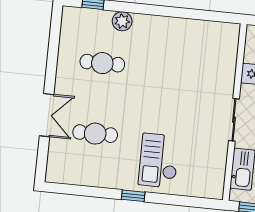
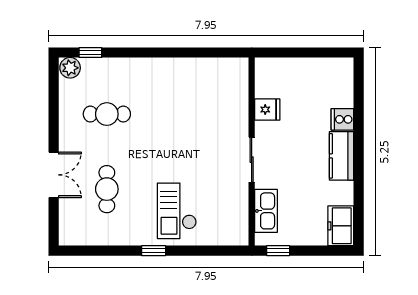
plant: (122, 21) -> (70, 68), moved
cafe table: (95, 134) -> (107, 189), turned 90

